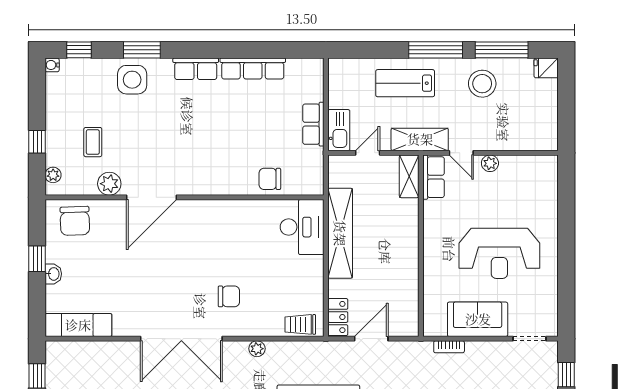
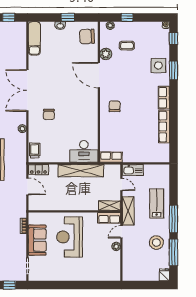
row of seats: (313, 124) -> (111, 157), moved
chair: (270, 179) -> (115, 106), moved
reception desk: (499, 253) -> (70, 237), moved

